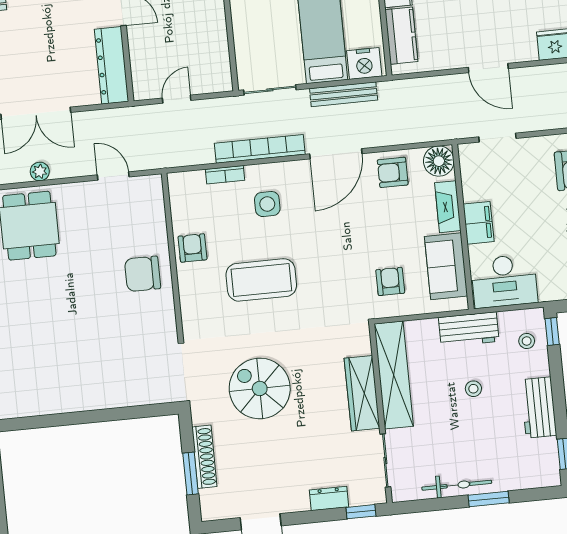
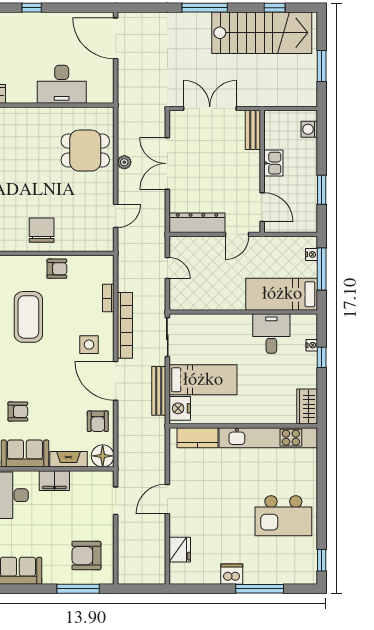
armchair: (393, 172) -> (98, 421), turned 180
side table: (267, 204) -> (89, 345), moved

